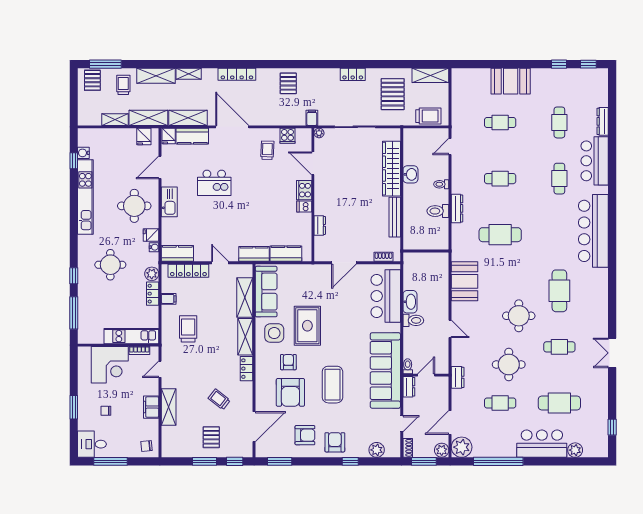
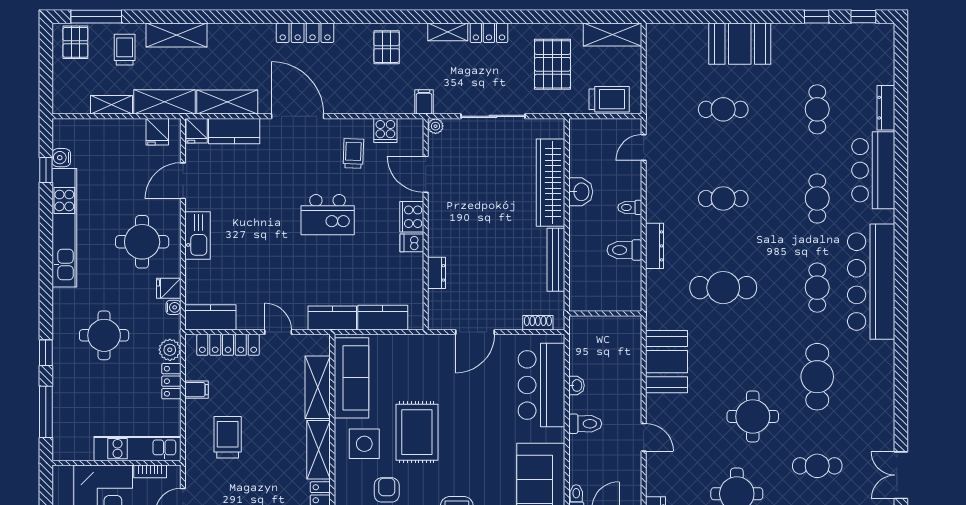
shelving: (189, 74) -> (448, 32), moved
kitchen island: (214, 183) -> (328, 215), moved
cafe table: (559, 235) -> (817, 288), added
washbasin: (410, 302) -> (576, 385), width x0.52, depth x0.69

